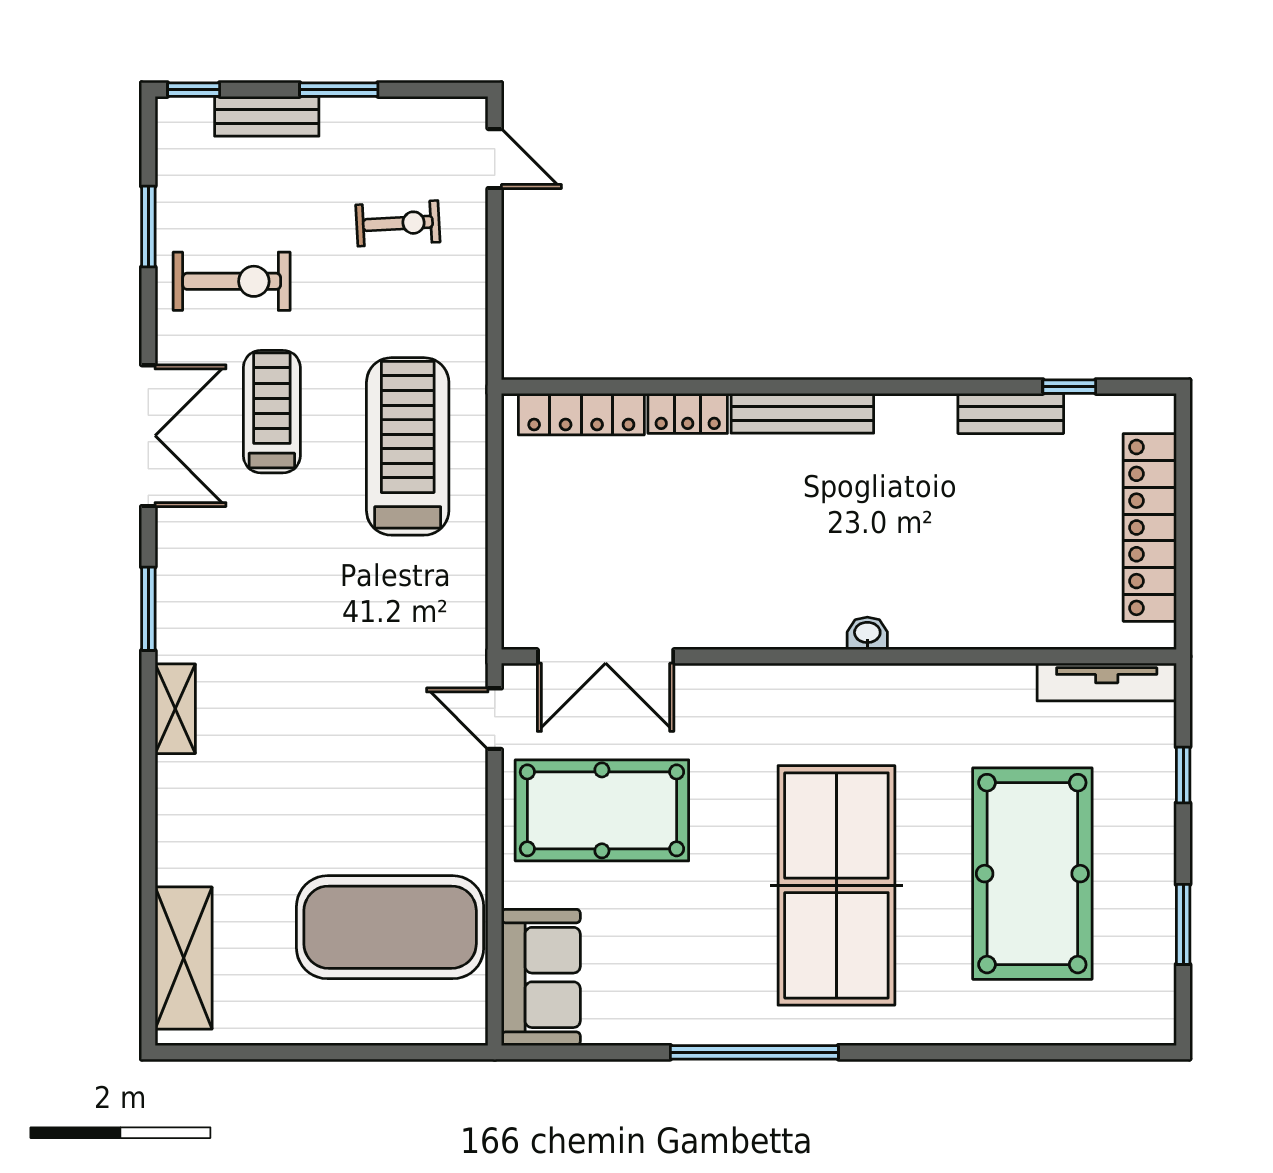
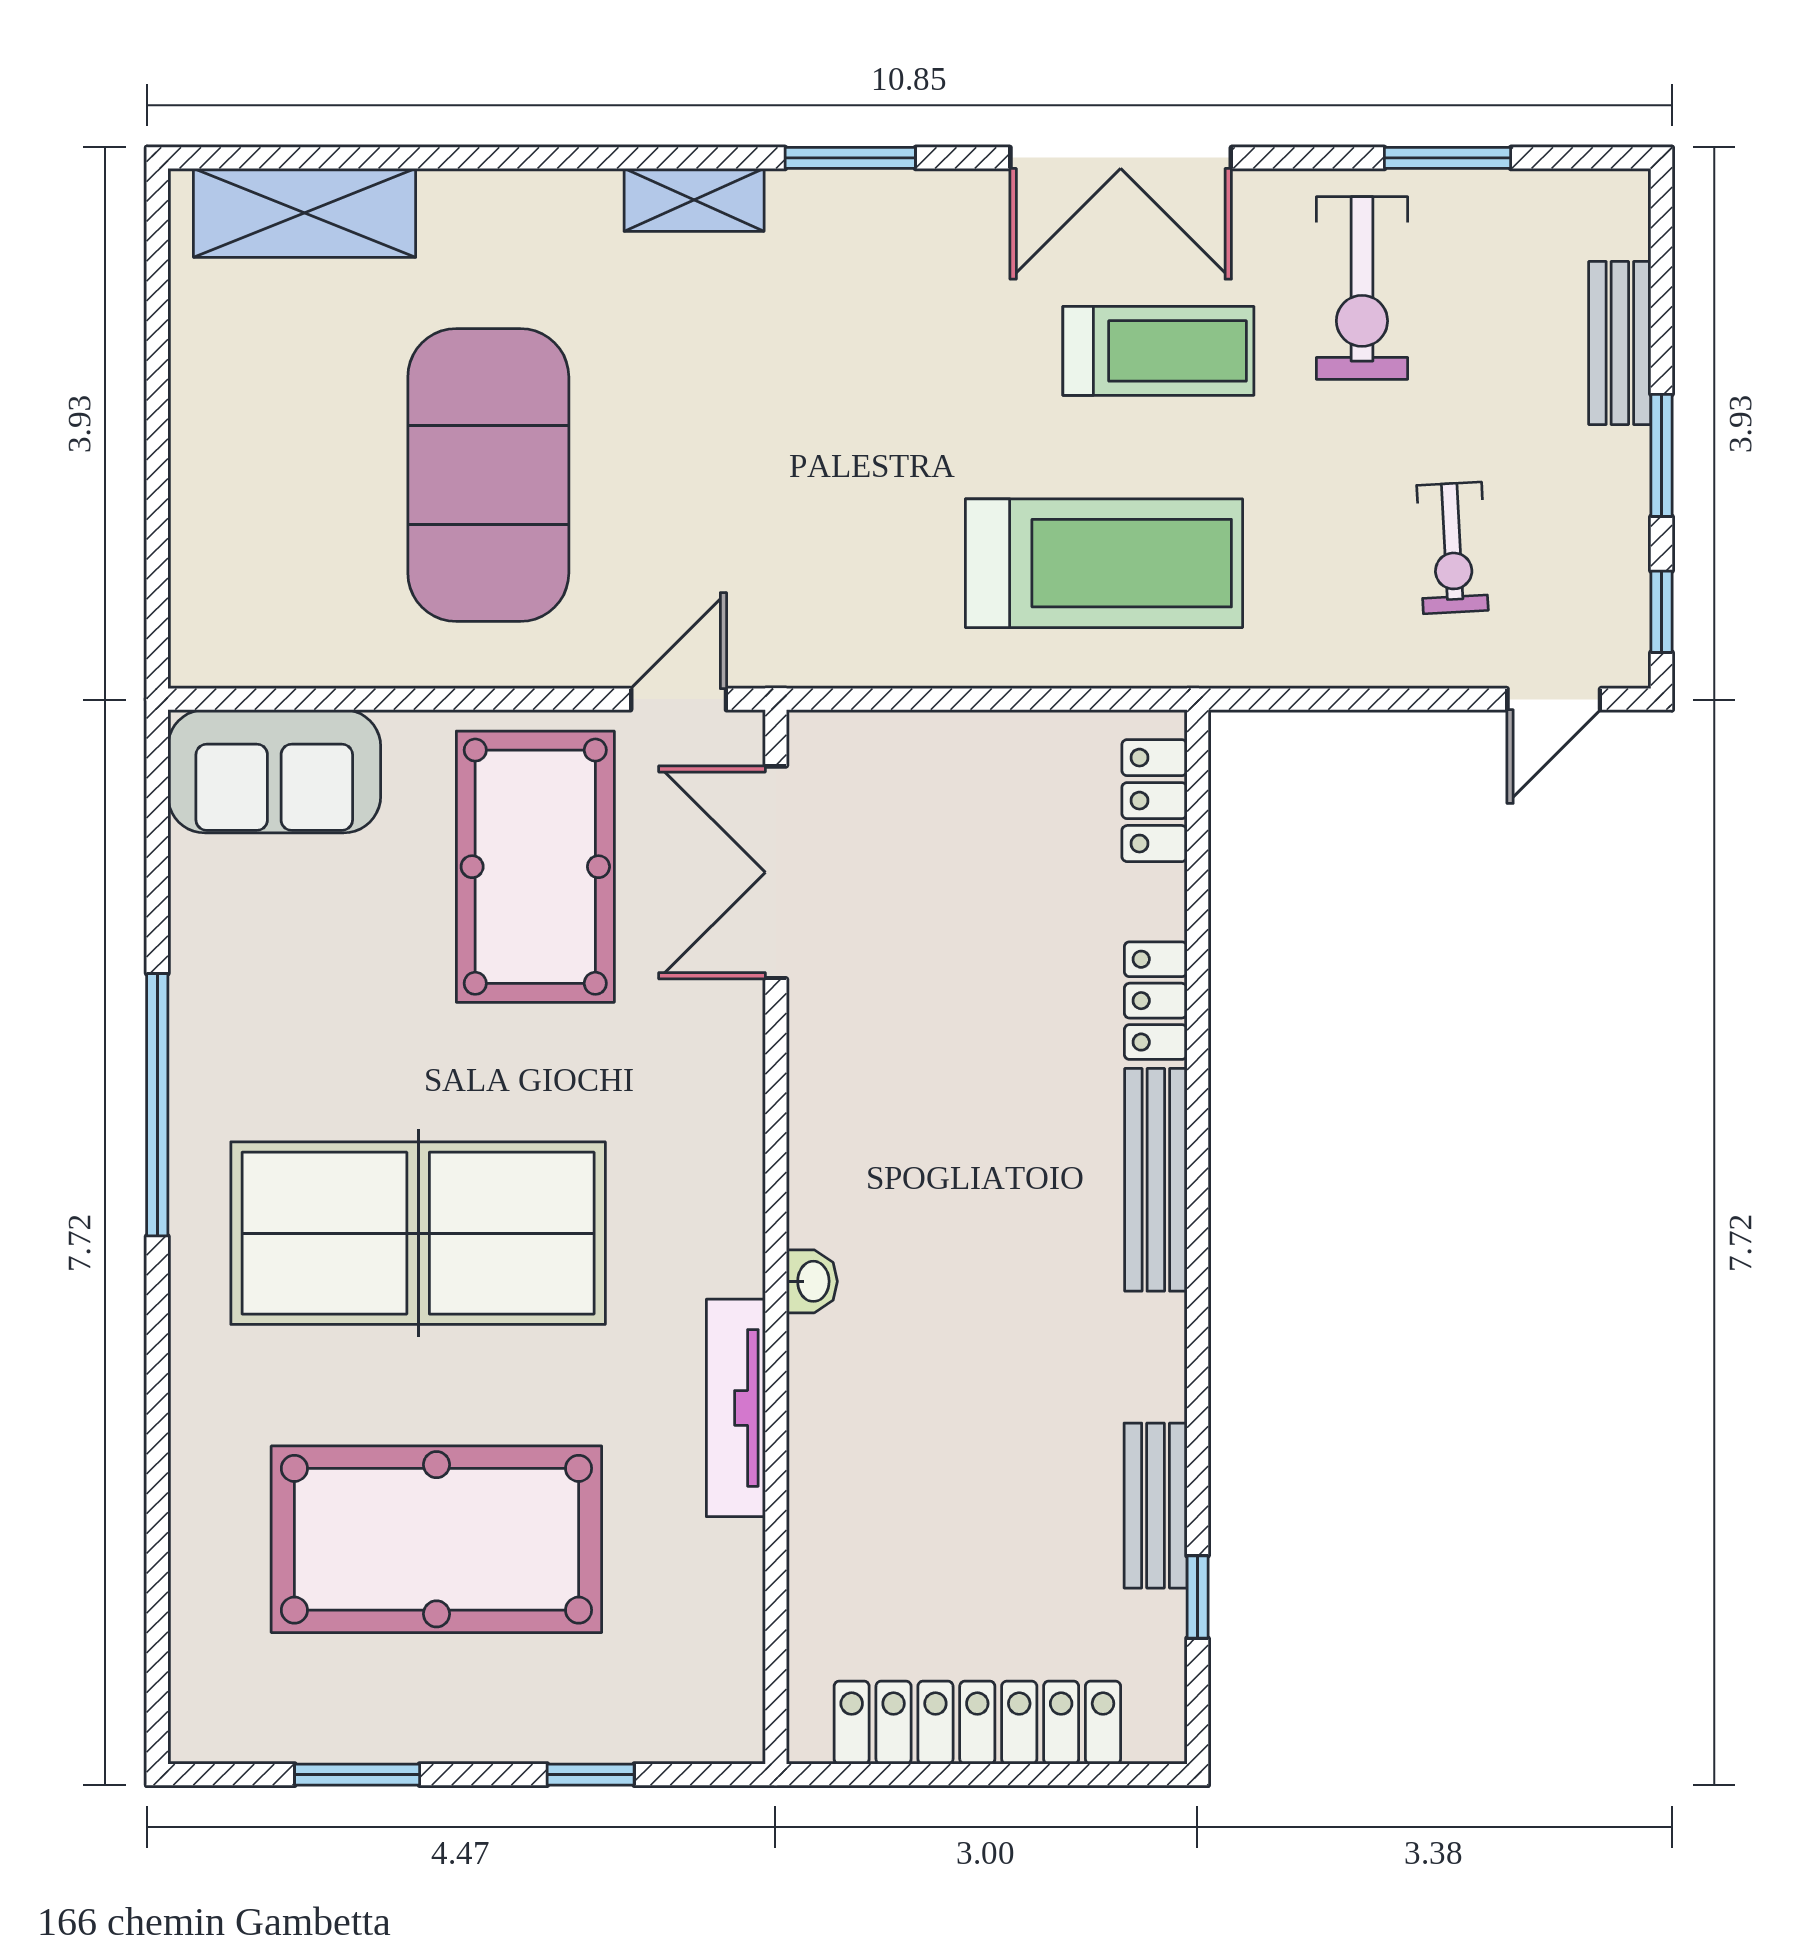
window: (194, 90) -> (1662, 612), moved
locker: (581, 414) -> (1154, 801), width x0.66
tv unit: (1107, 682) -> (736, 1408), moved
exercise mat: (390, 927) -> (488, 475), moved

